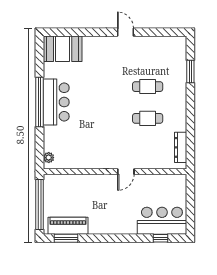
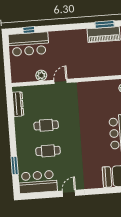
door: (125, 32) -> (69, 193), swing flipped
bar counter: (163, 49) -> (38, 182), added
plant: (149, 181) -> (41, 75), added

